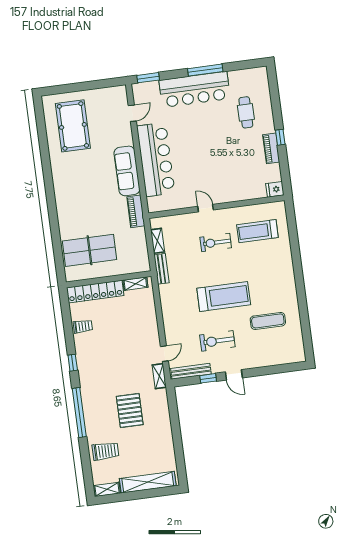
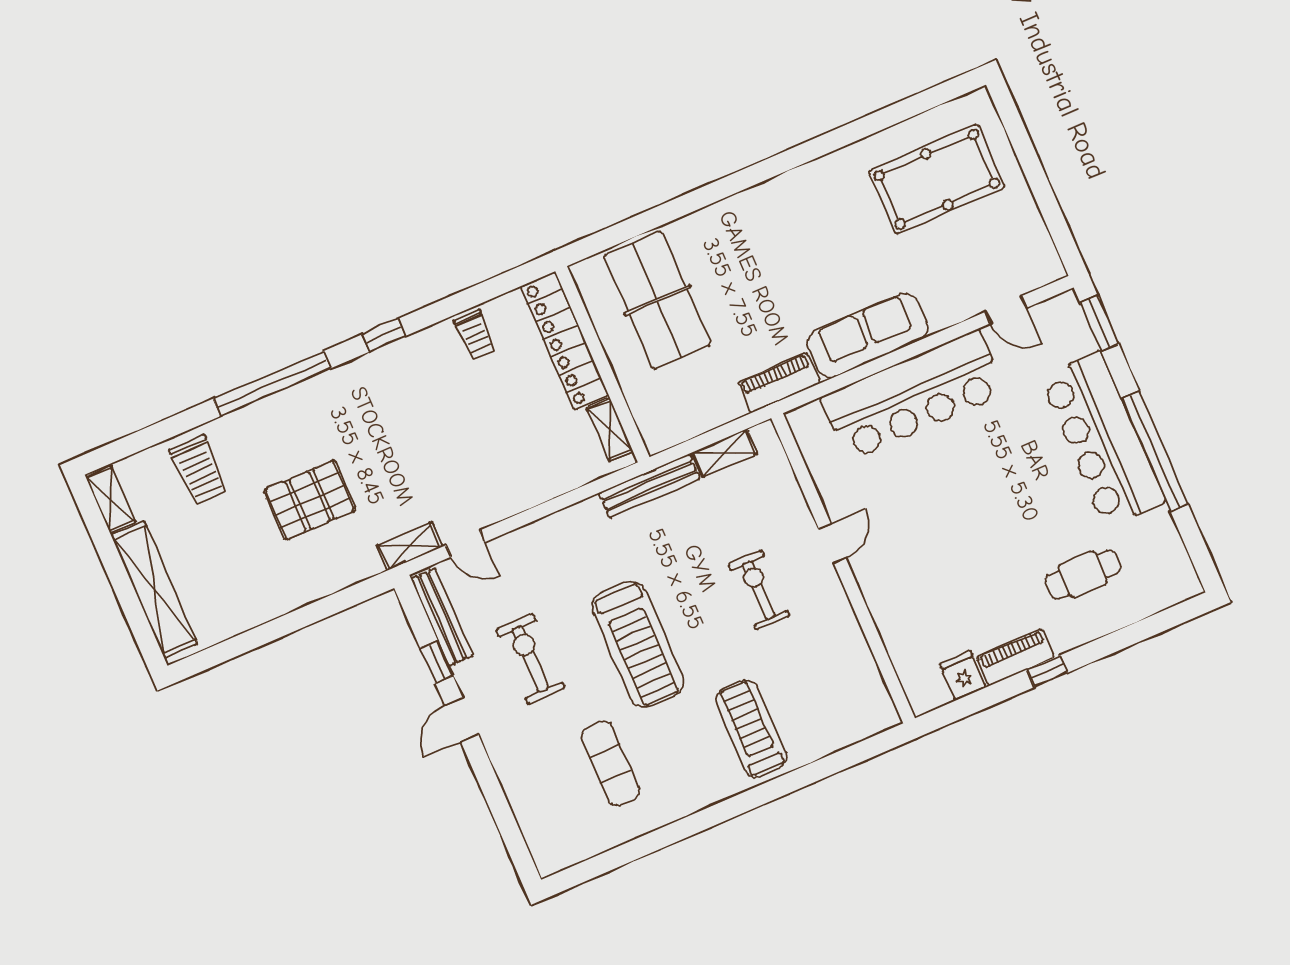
window: (205, 70) -> (1155, 451), width x1.46
fridge: (275, 189) -> (963, 675), moved
treadmill: (257, 231) -> (751, 729), moved
bench: (161, 269) -> (650, 486), width x1.36

